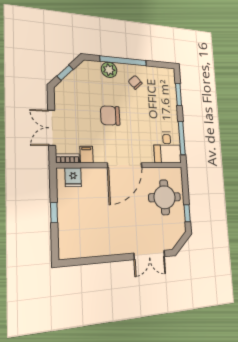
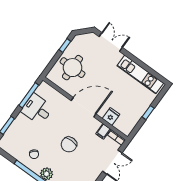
chair: (110, 116) -> (69, 144), turned 90
desk: (167, 147) -> (37, 109), moved, turned -90
fridge: (73, 177) -> (111, 116), moved
kitchen unit: (95, 247) -> (140, 74), added

